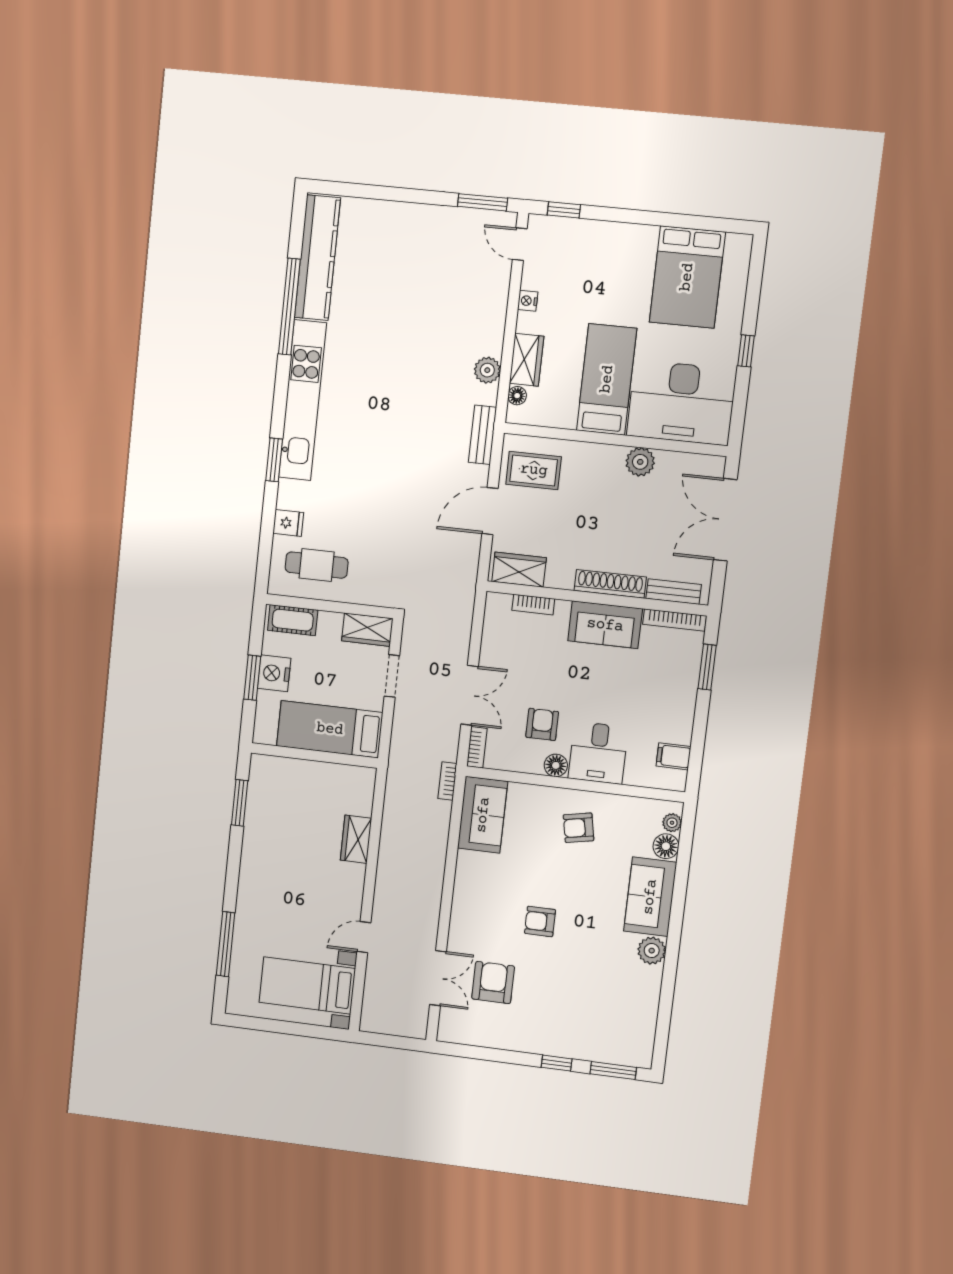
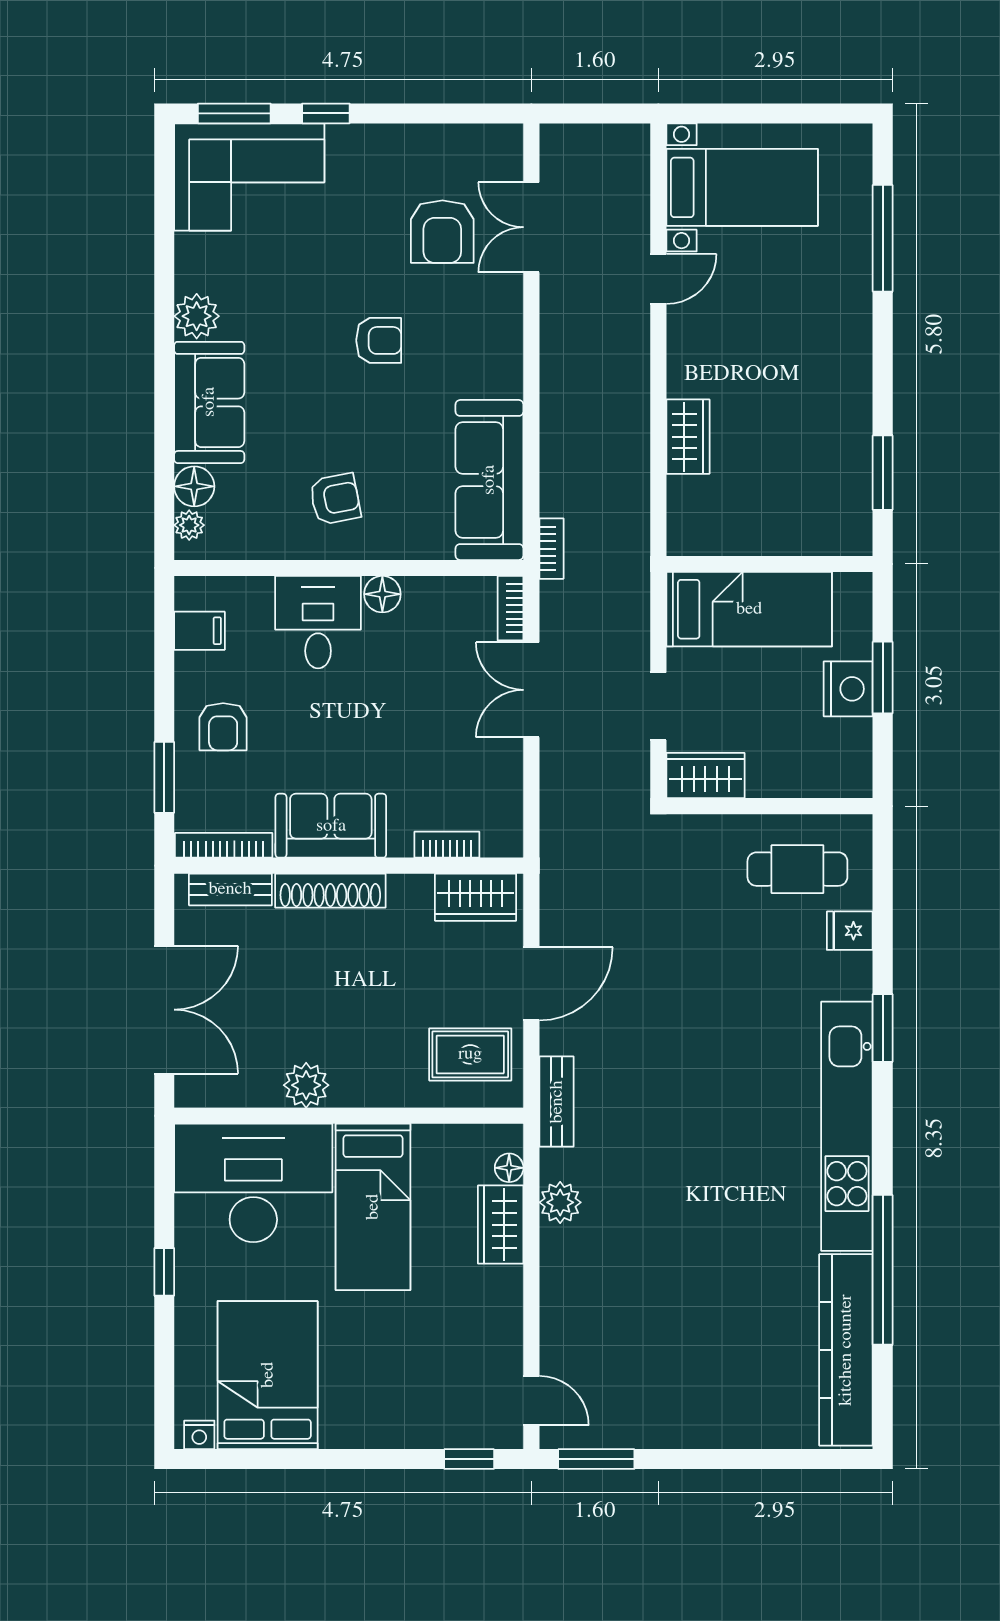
nightstand: (528, 301) -> (199, 1435), moved, turned 90
cot: (293, 620) -> (827, 777), removed
armchair: (542, 724) -> (223, 727), moved
sofa: (483, 815) -> (489, 480), width x1.36
corner sofa: (609, 1031) -> (249, 177), added

